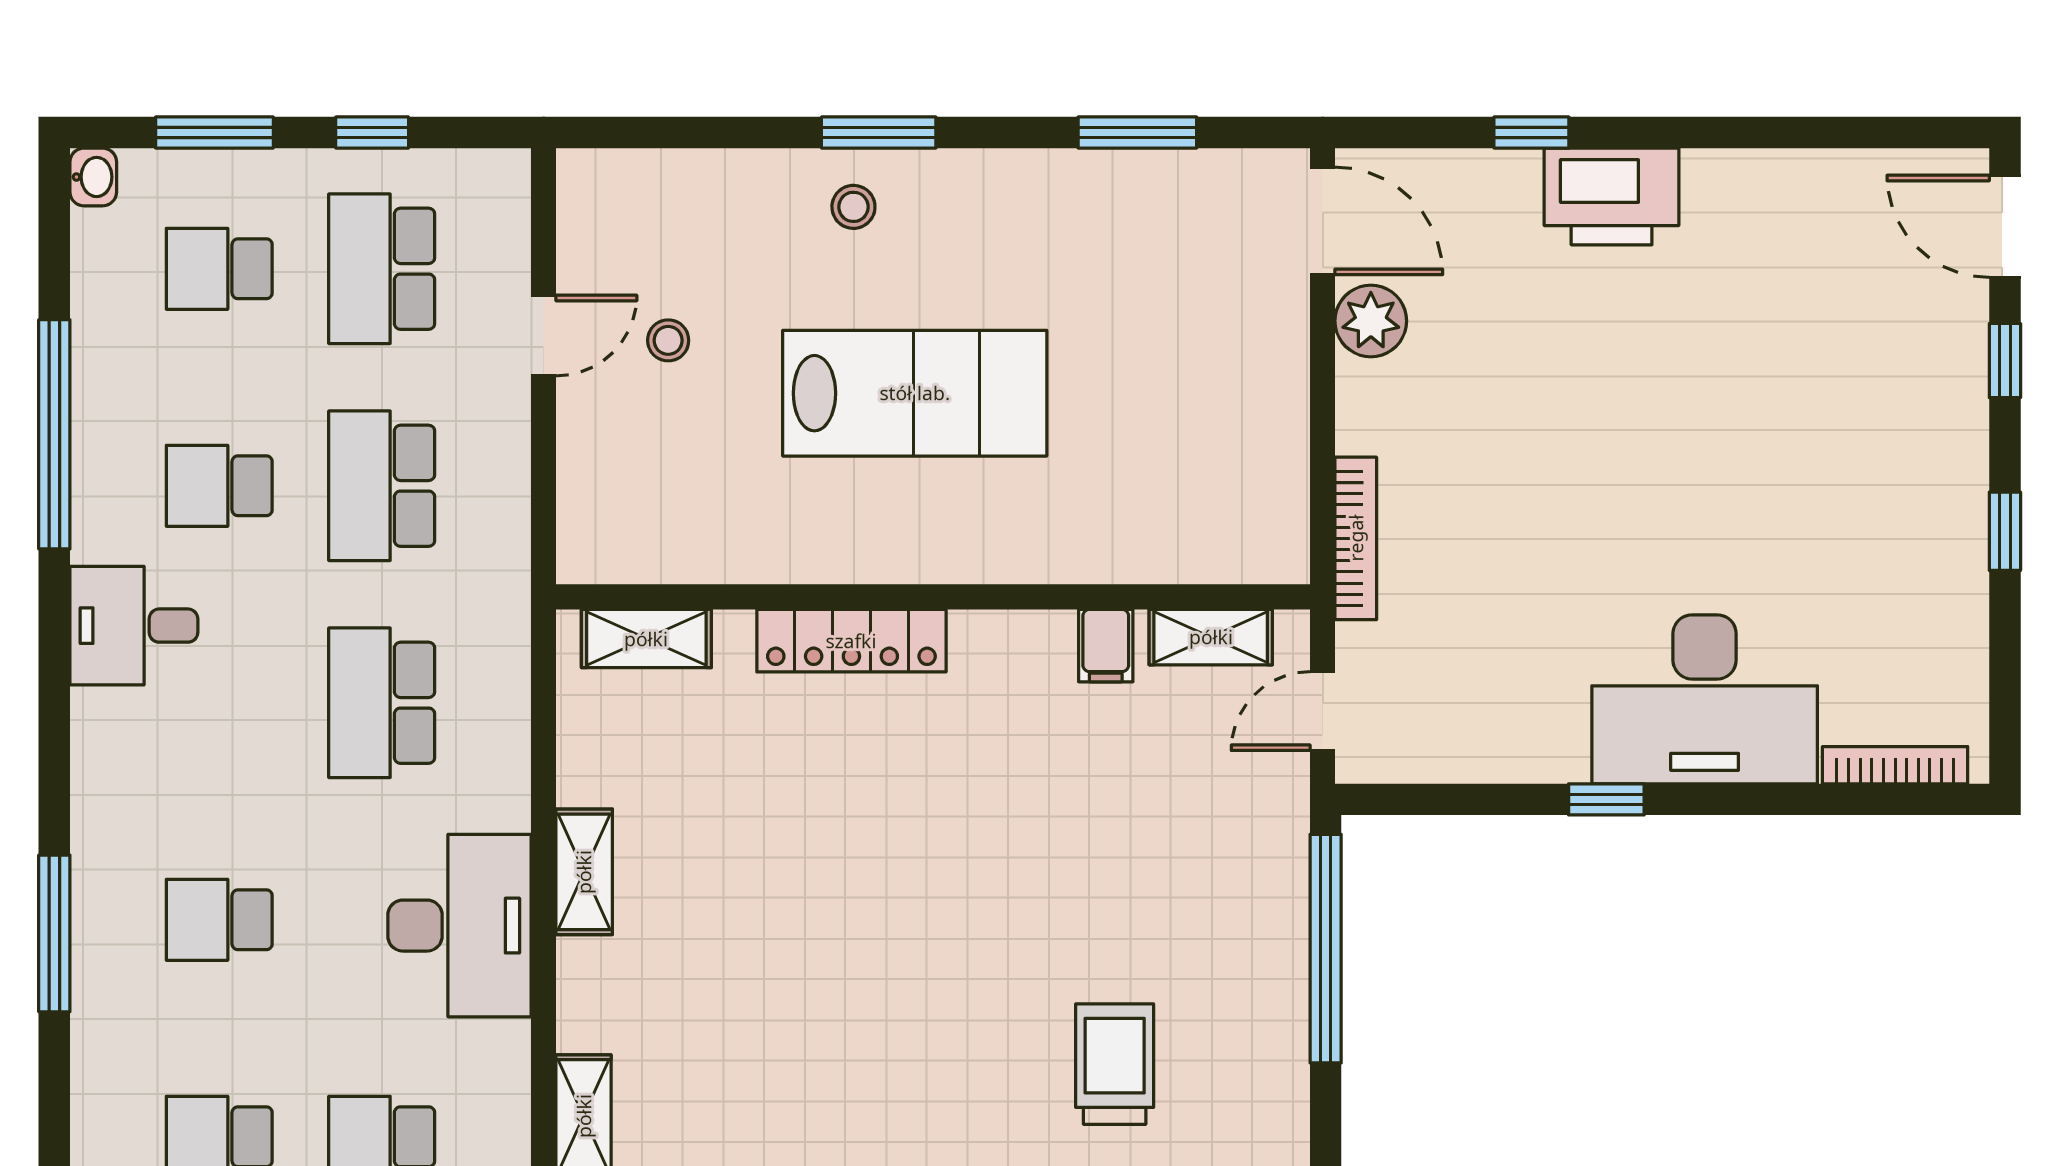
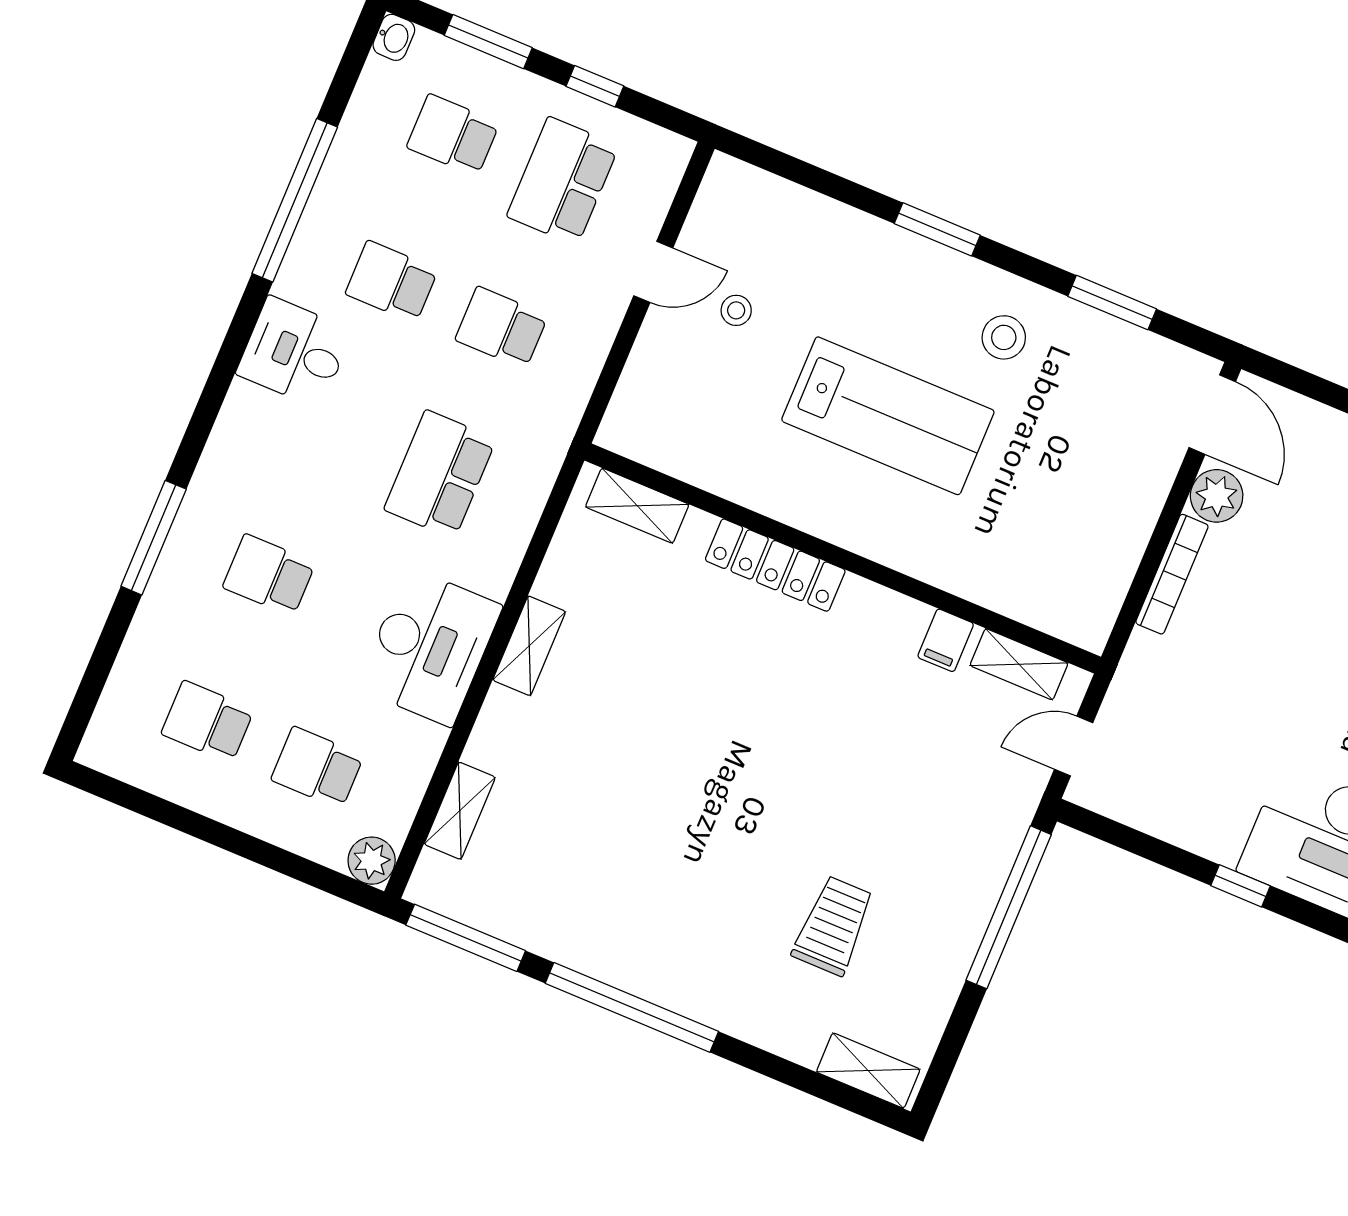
stool: (853, 207) -> (1004, 337), moved, width x1.37, depth x1.37
school desk: (382, 486) -> (501, 328), width x0.54
bookcase: (1356, 538) -> (1172, 574), moved

